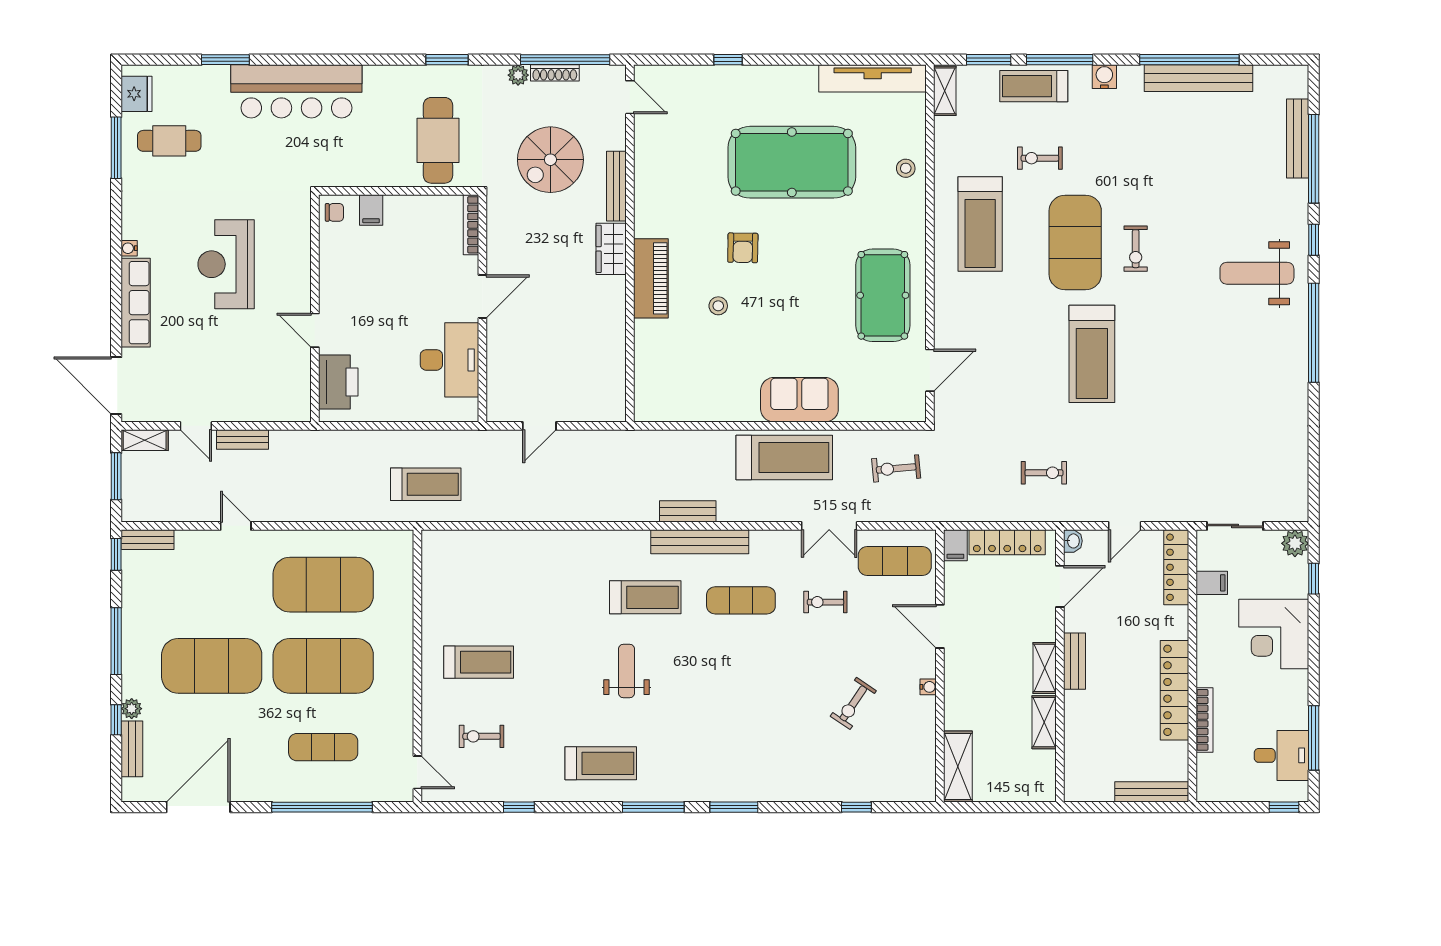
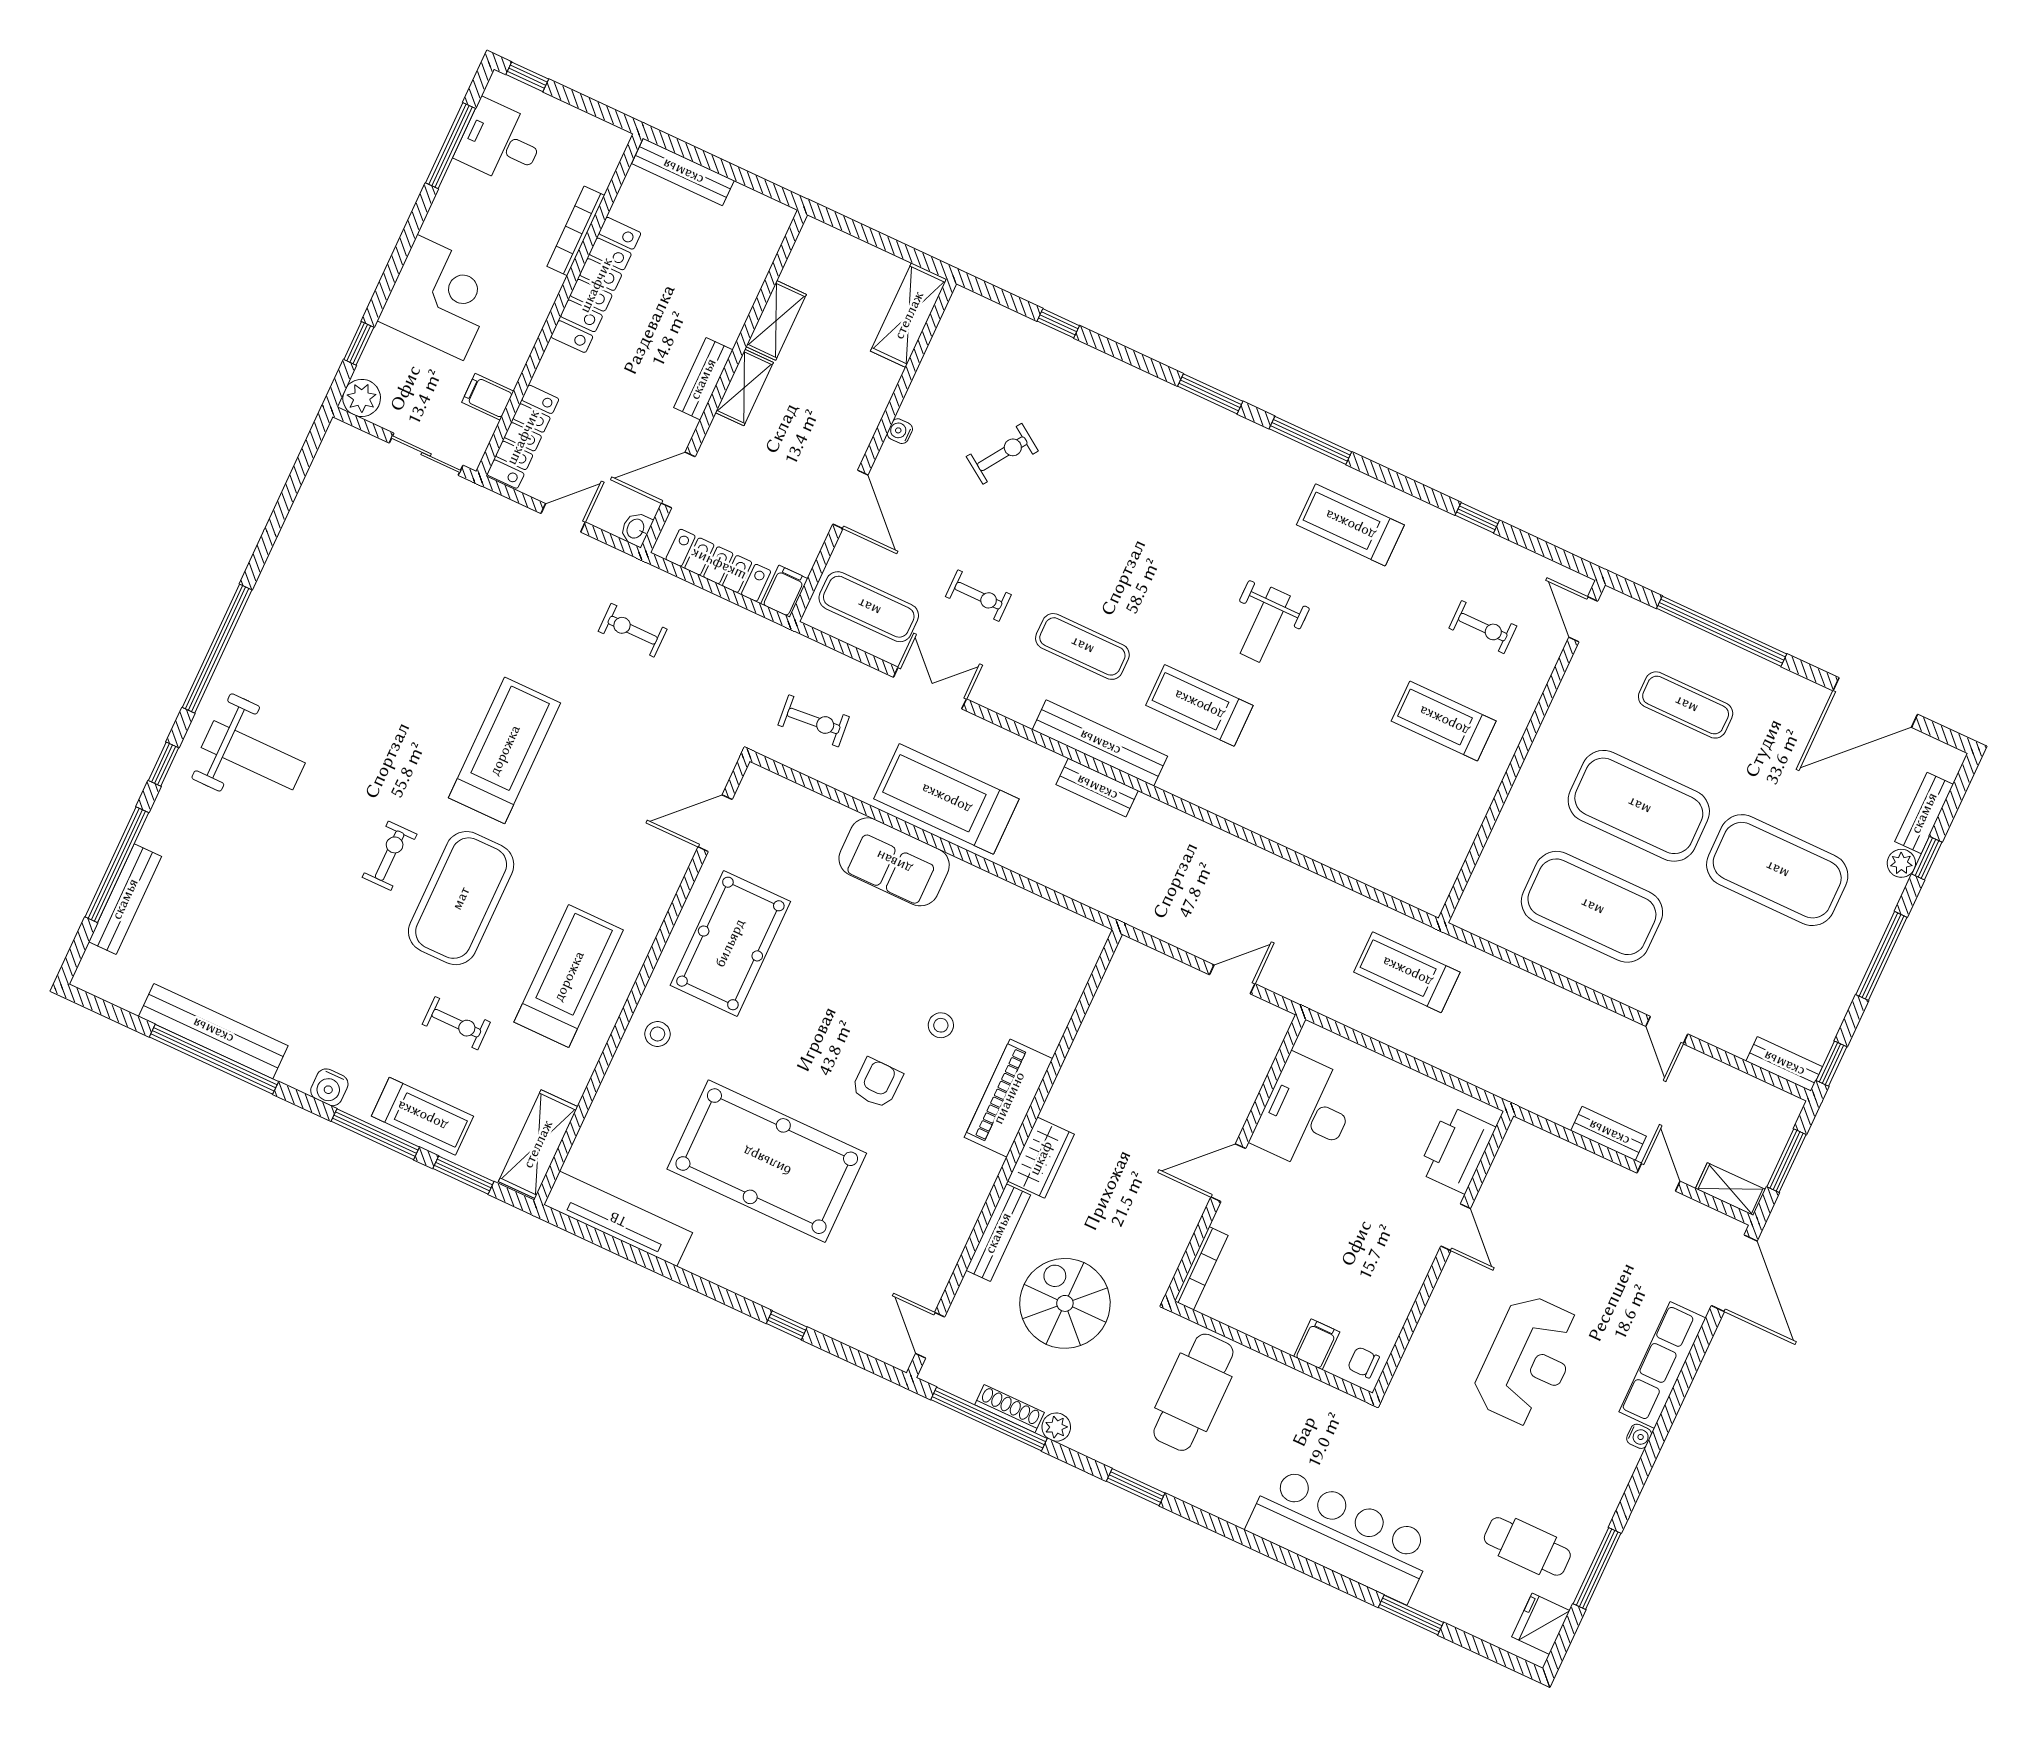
shelving: (945, 91) -> (538, 1144), width x1.50, depth x1.33
spiral stairs: (550, 160) -> (1065, 1303), turned -90
stool: (906, 168) -> (657, 1034), moved

